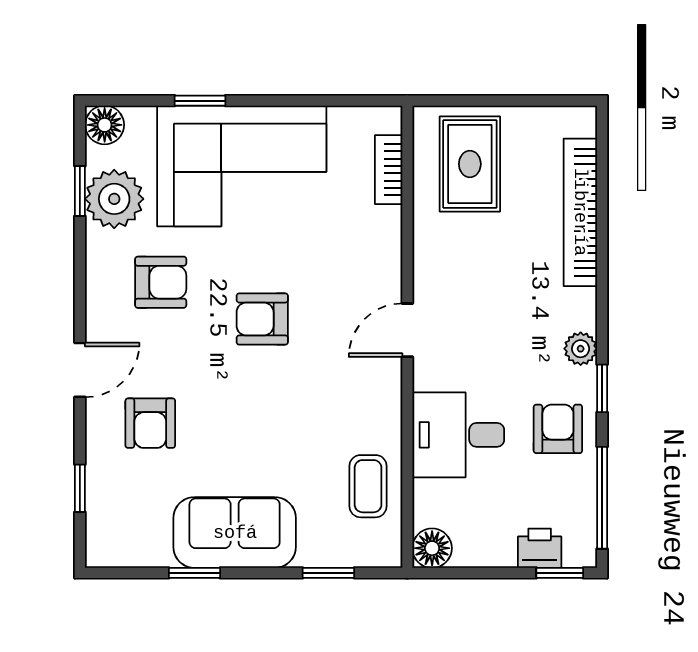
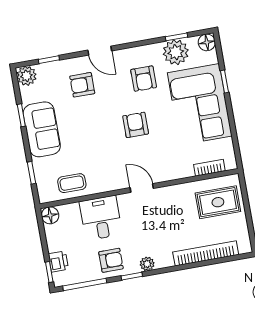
plant: (108, 545) -> (27, 76), added

